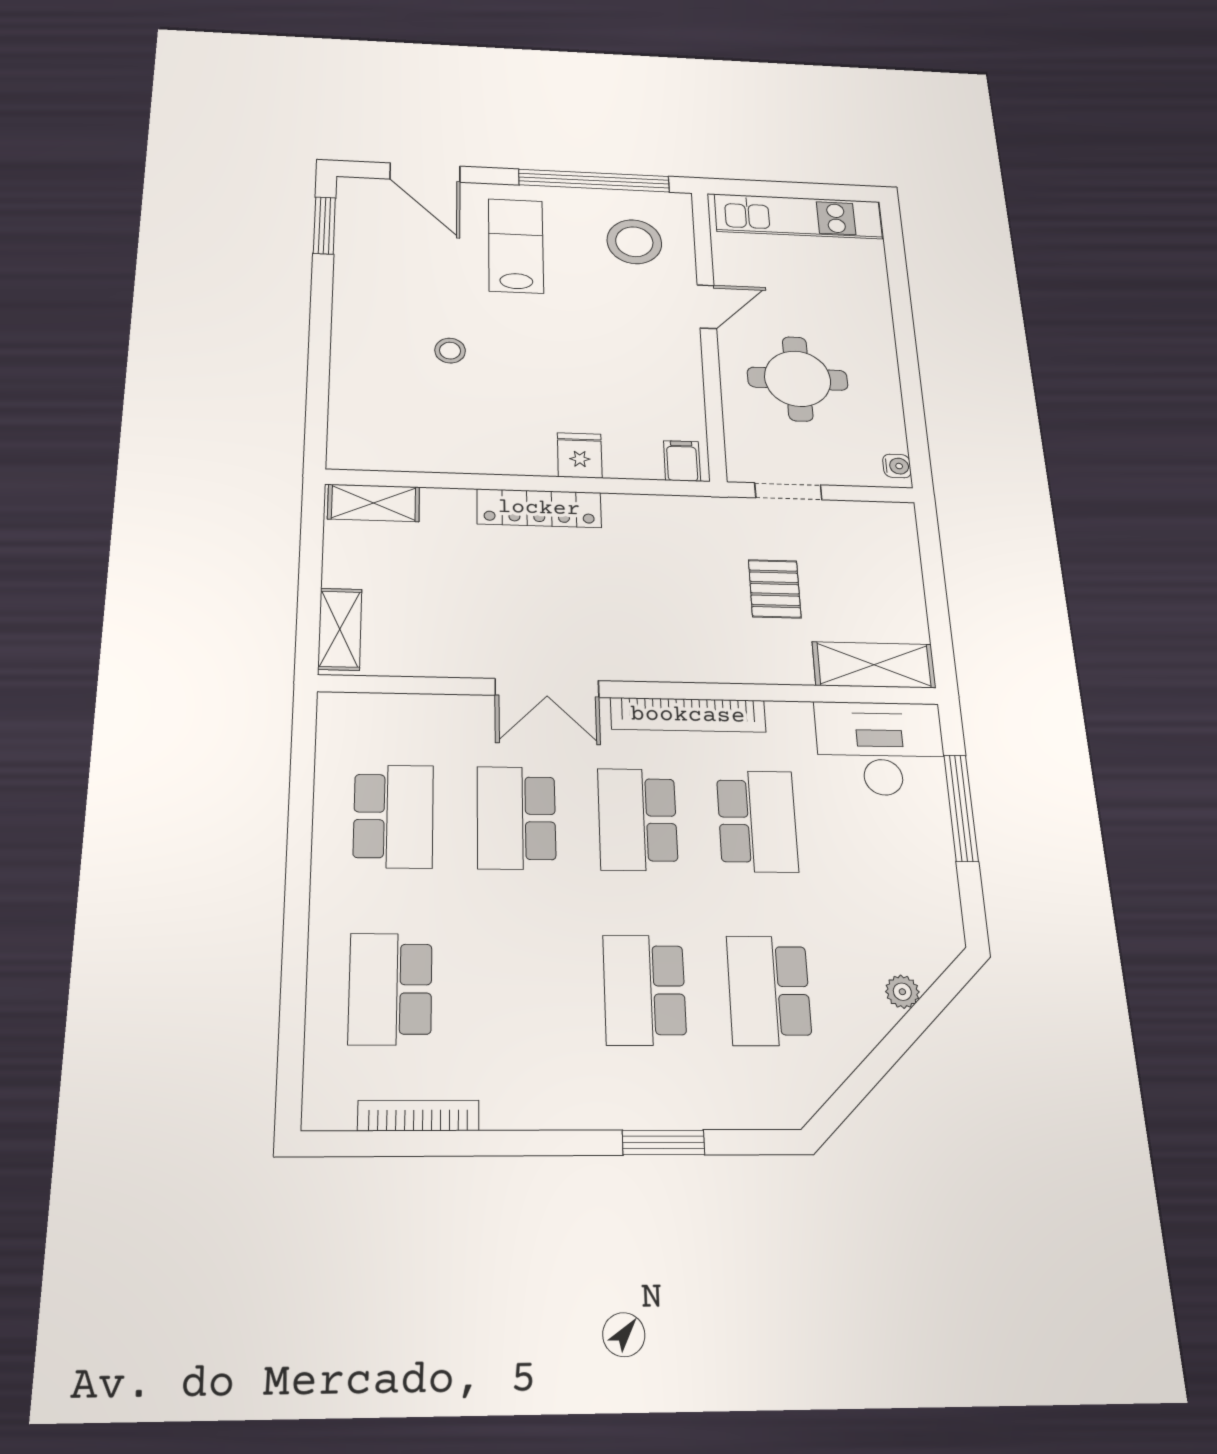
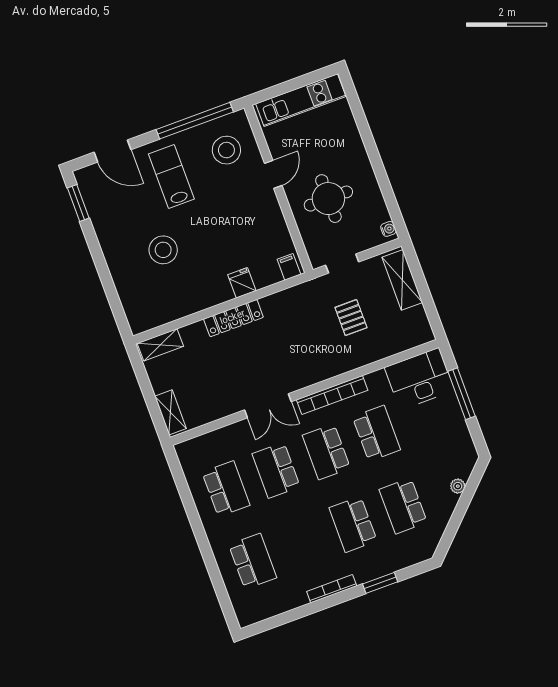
stool: (450, 351) -> (163, 250), width x1.89, depth x1.89
shelving: (874, 665) -> (402, 280), moved, turned 90
school desk: (390, 989) -> (253, 561), turned 180
bookcase: (418, 1116) -> (332, 589), moved

